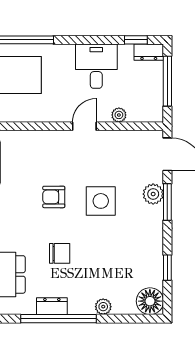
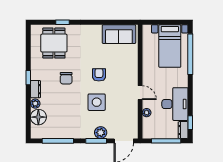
desk: (96, 66) -> (175, 104), width x1.37
window: (167, 268) -> (58, 141), width x2.17
floor lamp: (150, 301) -> (38, 117), moved
dresser: (52, 306) -> (36, 89), moved
window: (58, 319) -> (28, 78), width x0.32

